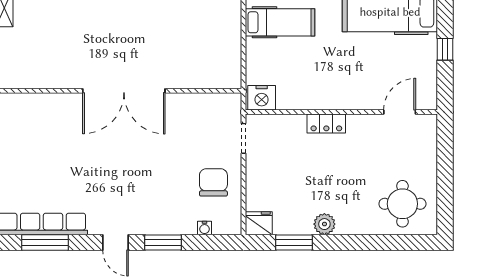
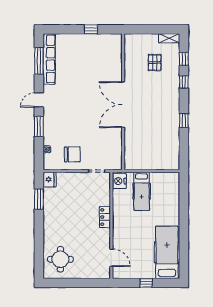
hospital bed: (280, 22) -> (142, 191), moved
pallet: (48, 34) -> (155, 62), added
plant: (324, 224) -> (49, 216), removed

